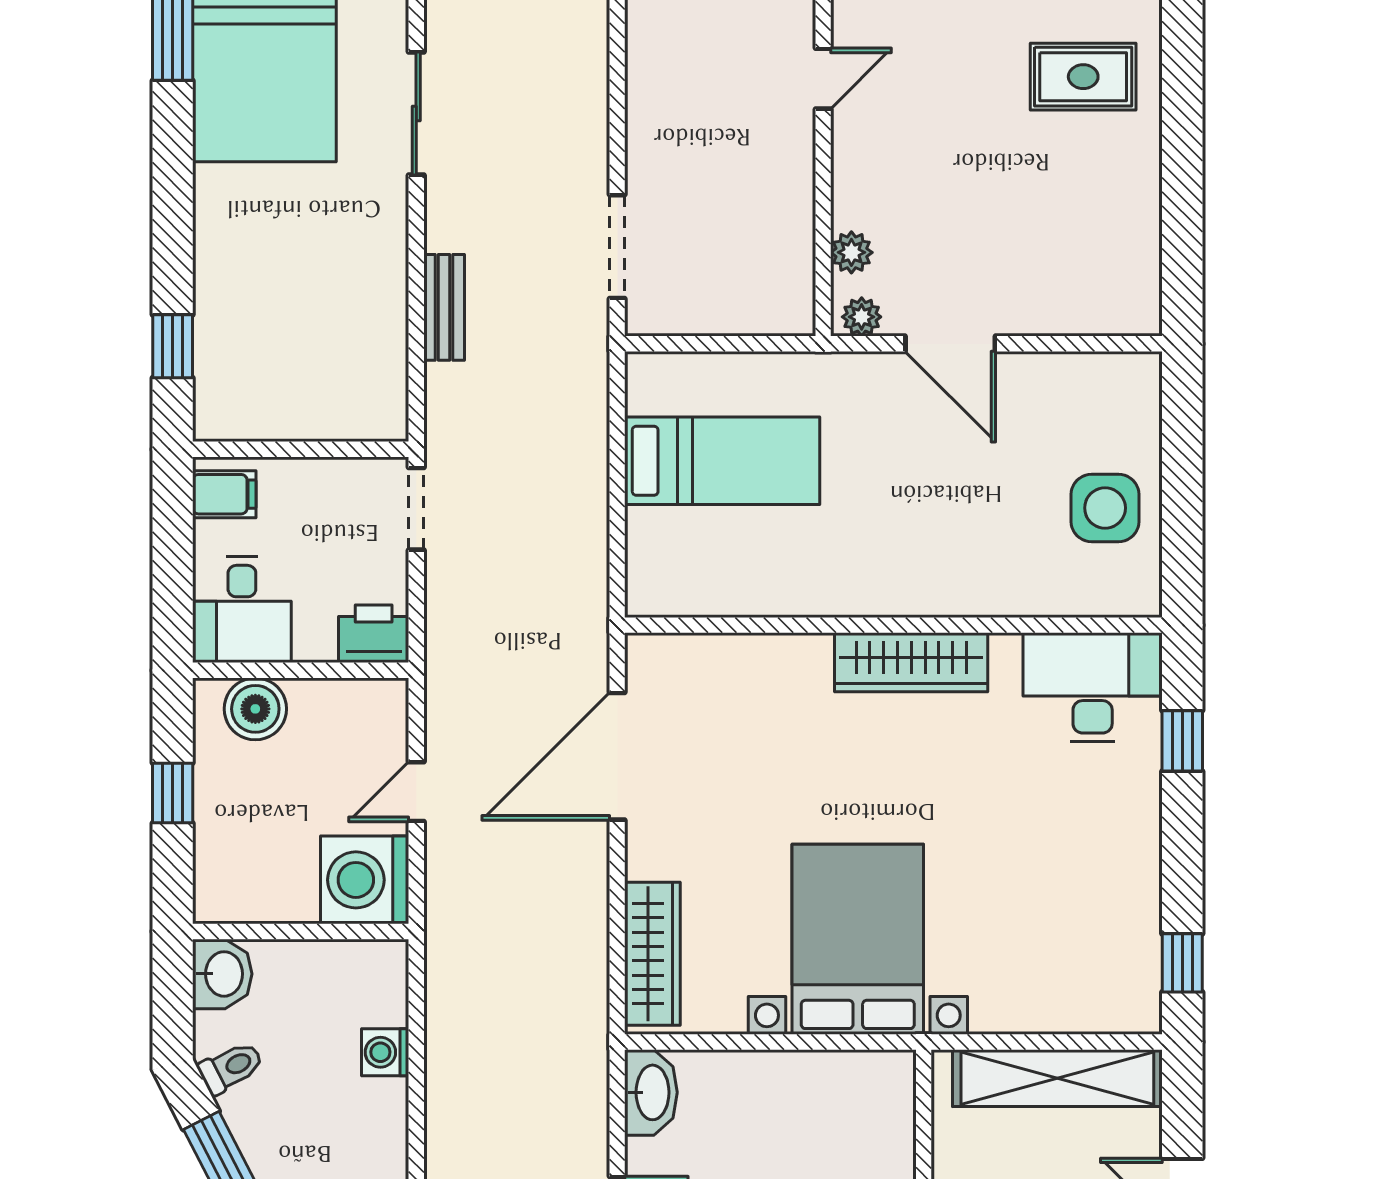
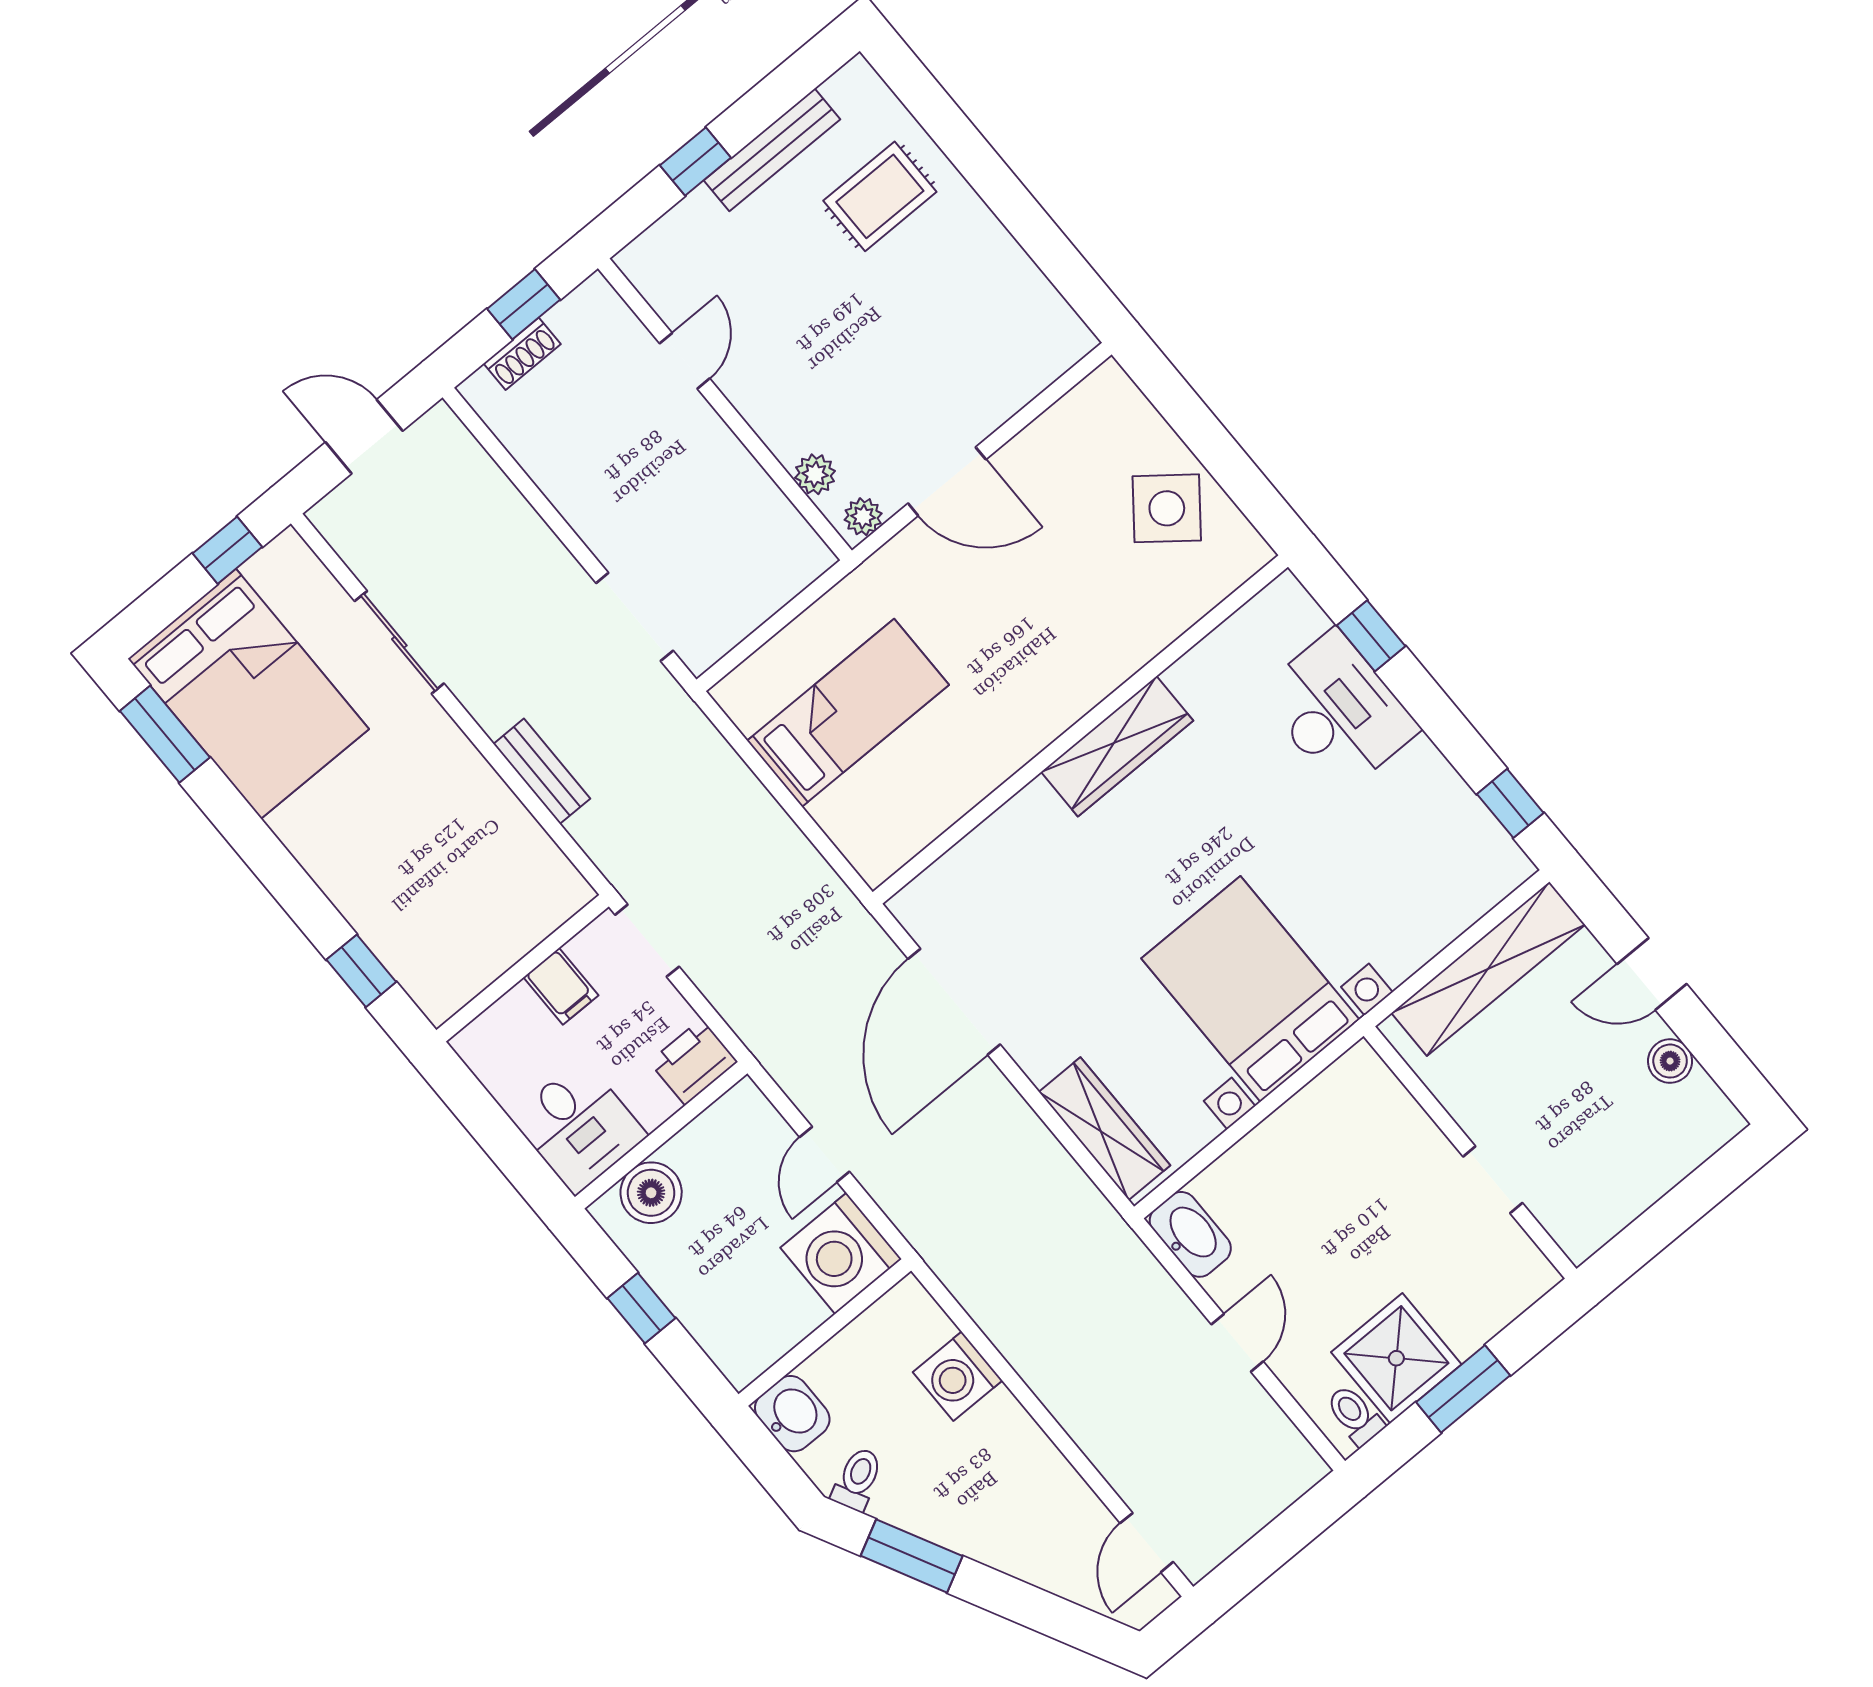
filing cabinet: (224, 494) -> (561, 986), moved, turned 90
side table: (1105, 508) -> (1167, 508), turned 38
desk: (1093, 687) -> (1338, 711), moved, turned 90
washing machine: (385, 1052) -> (958, 1376), width x1.38, depth x1.38

